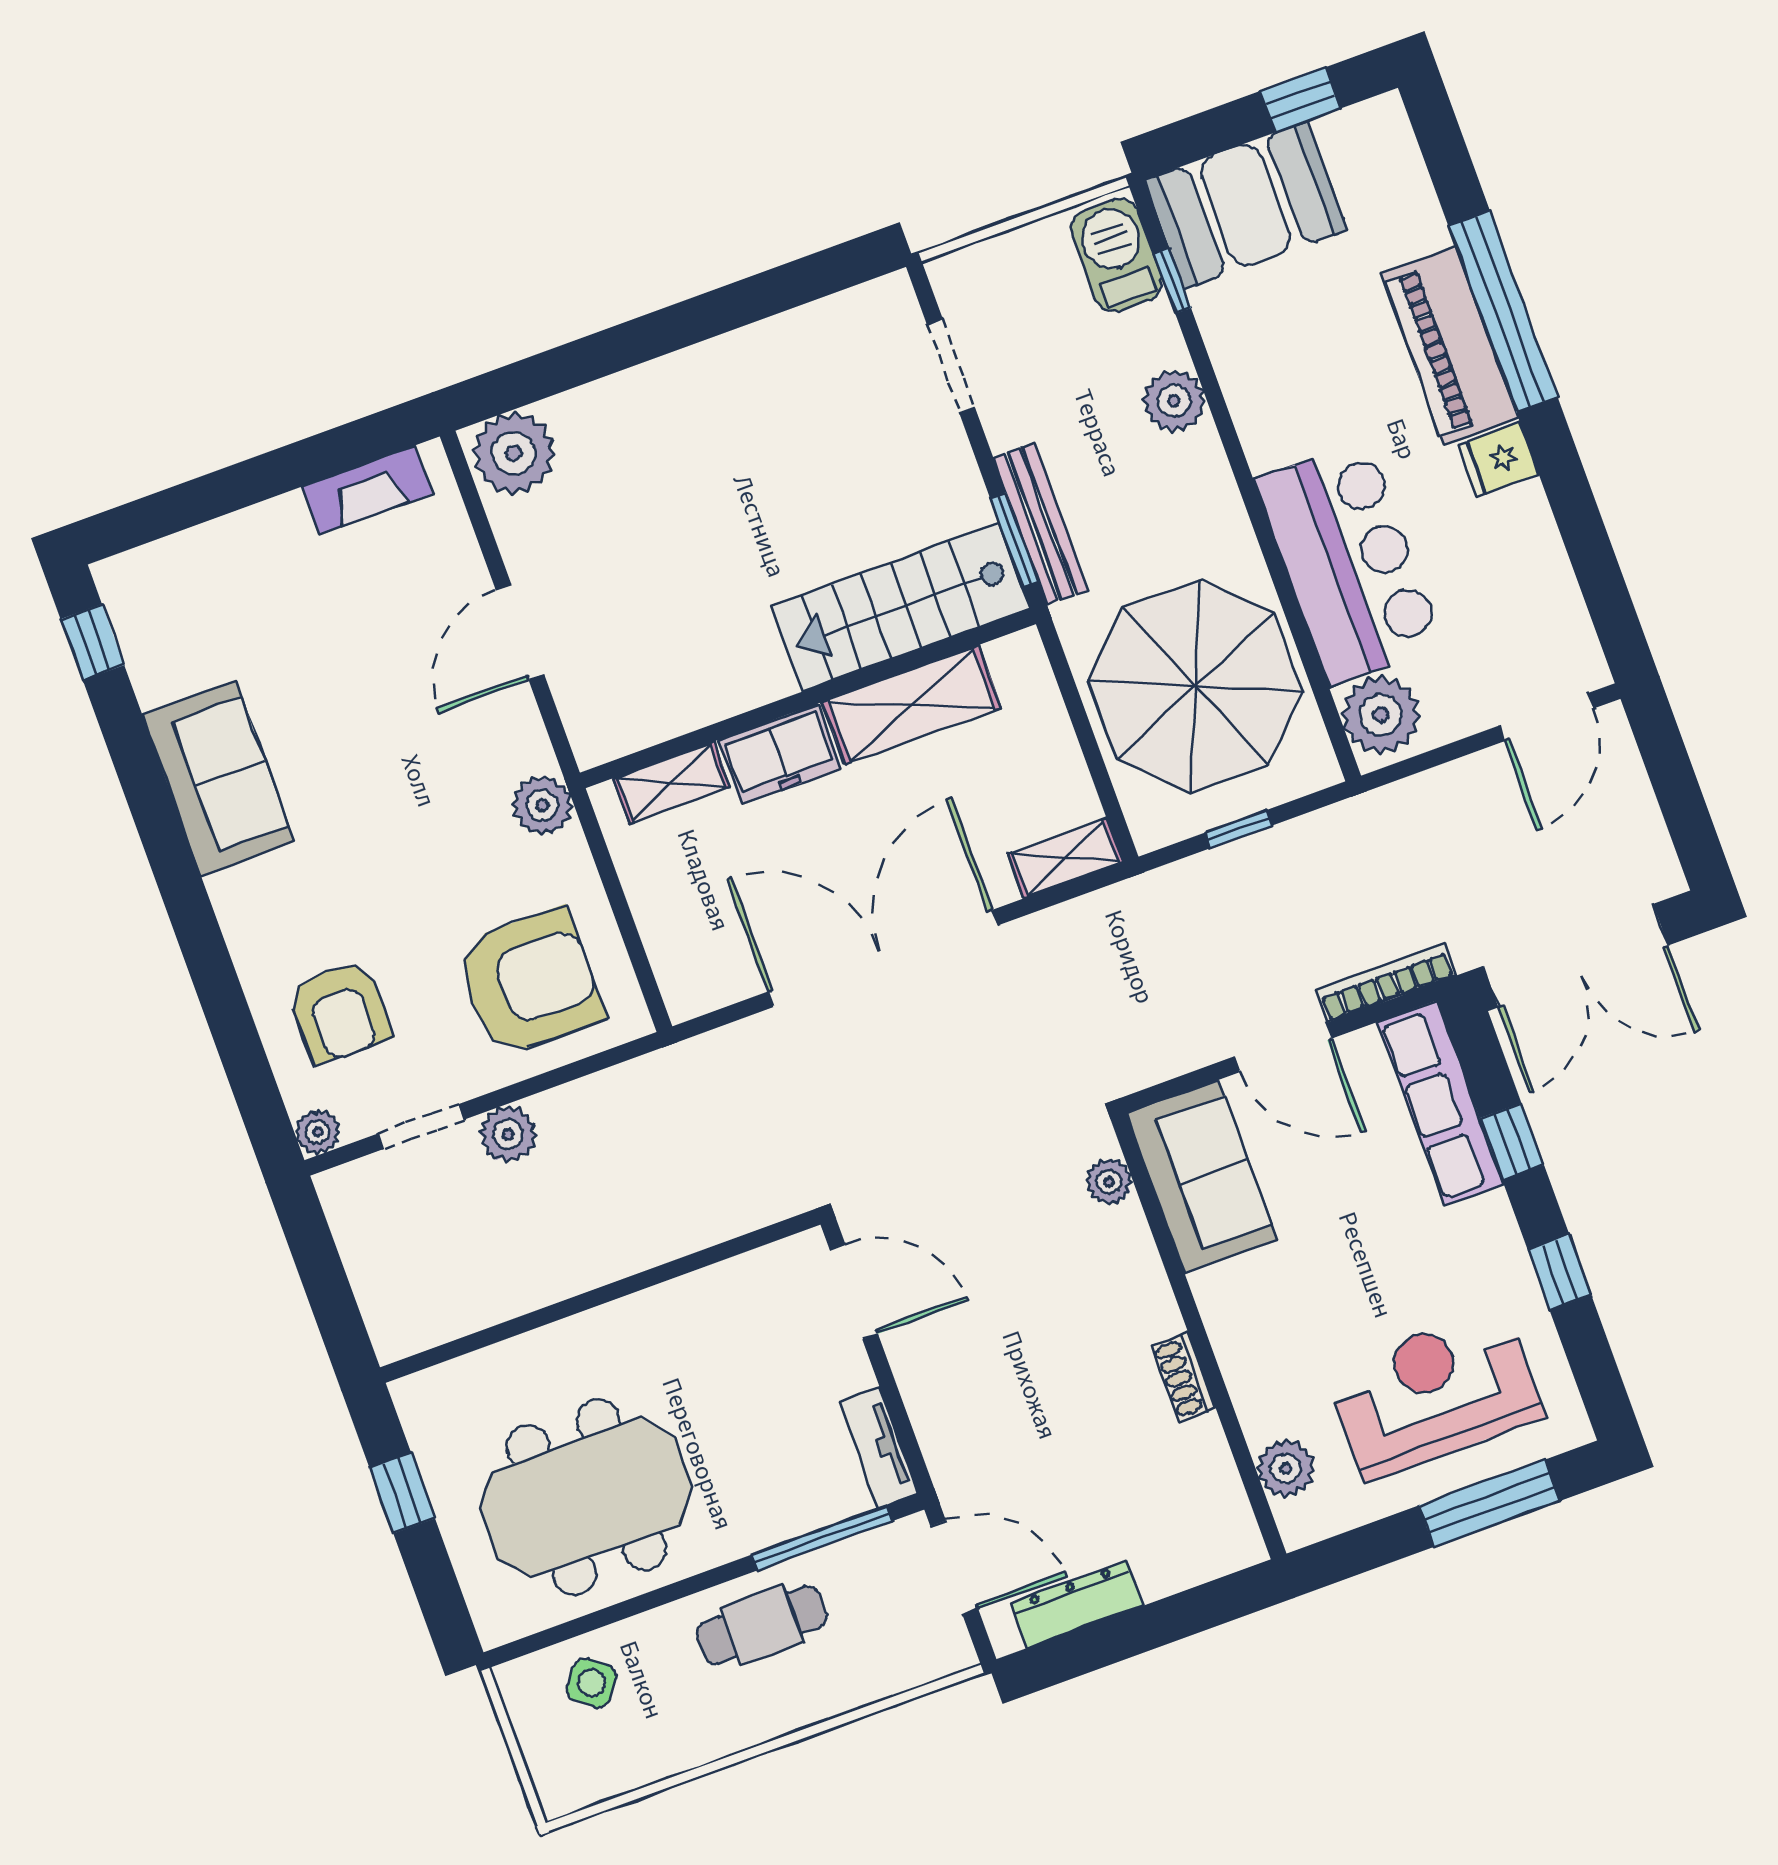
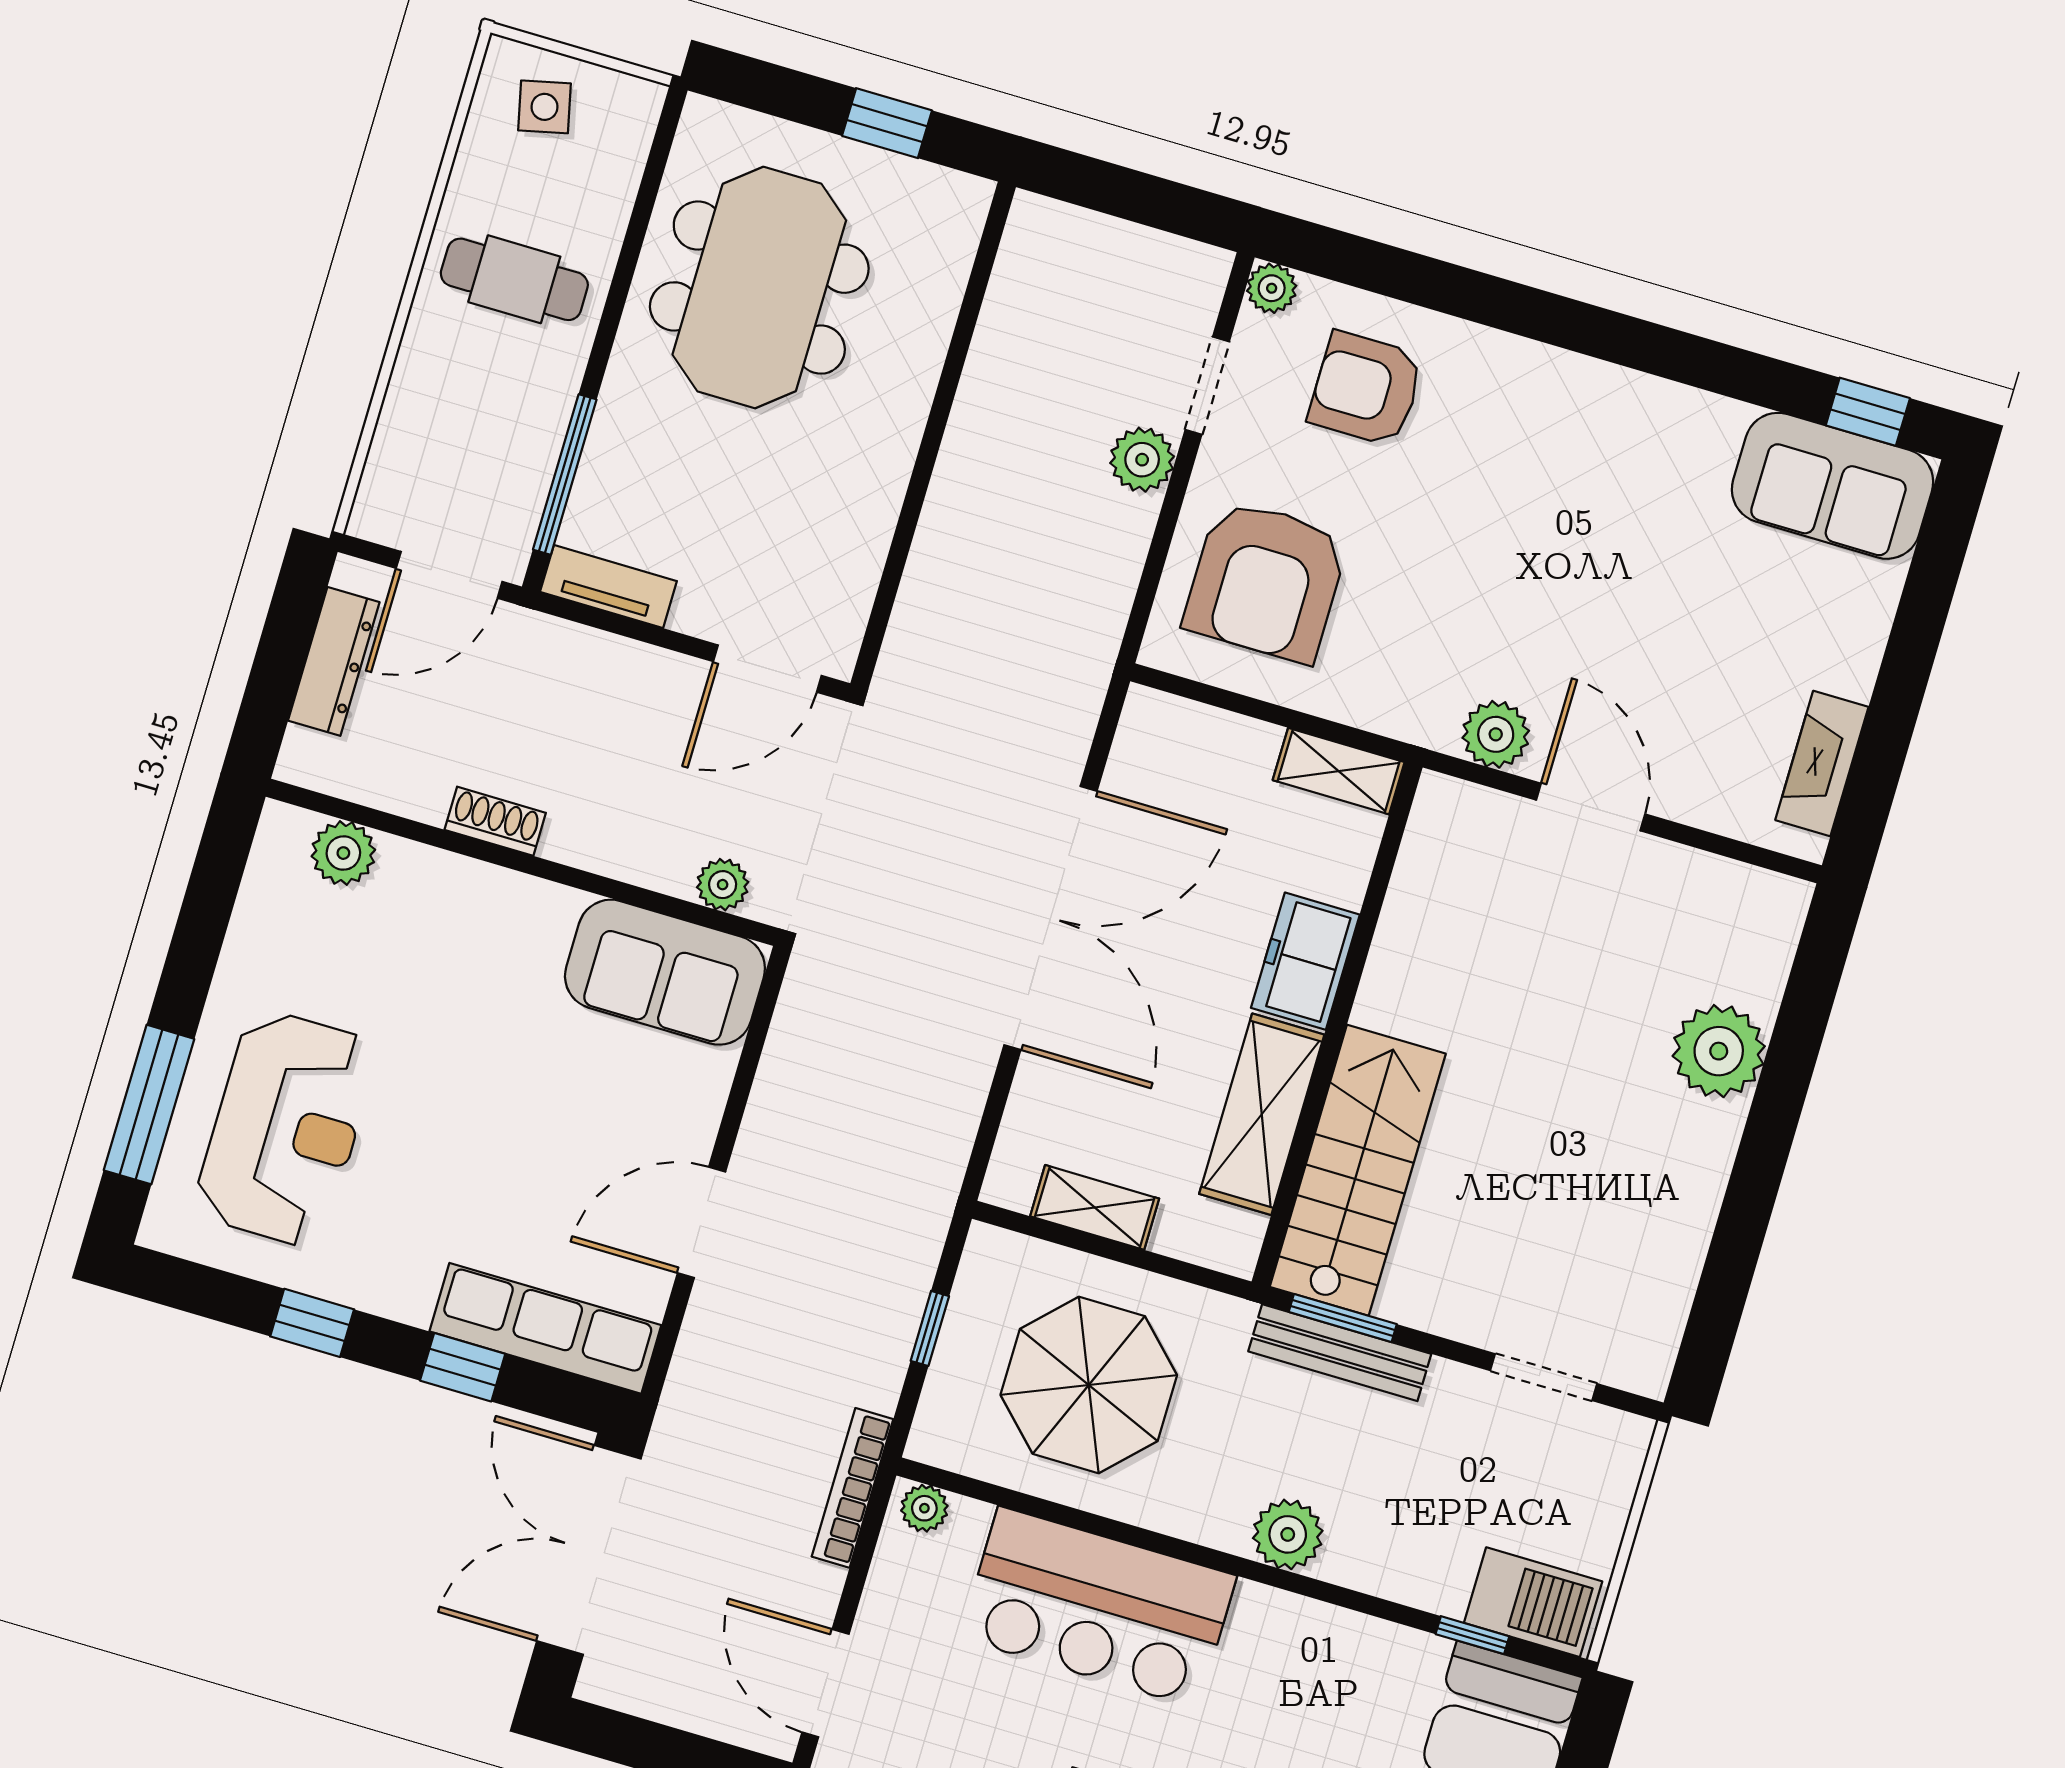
plant: (1174, 401) -> (1288, 1534), moved
plant: (514, 453) -> (1719, 1051), moved
parasol: (1196, 686) -> (1089, 1385), width x0.73, depth x0.73
plant: (1381, 715) -> (924, 1508), width x0.53, depth x0.53
sofa: (218, 778) -> (1833, 486), moved
shelving: (671, 783) -> (1339, 771), moved, turned 90
plant: (542, 805) -> (1496, 734), moved
shelving: (1065, 858) -> (1095, 1207), moved, turned 90
bookcase: (1386, 983) -> (852, 1488), moved, turned 180
sofa: (1202, 1177) -> (665, 972), moved
plant: (1109, 1182) -> (723, 885), moved
wall: (1199, 1336) -> (522, 862), moved
shoe rack: (1183, 1377) -> (495, 821), moved
plant: (1286, 1469) -> (343, 853), moved
cafe table: (762, 1625) -> (514, 279), moved, turned 90
side table: (591, 1683) -> (545, 107), moved, turned 38

